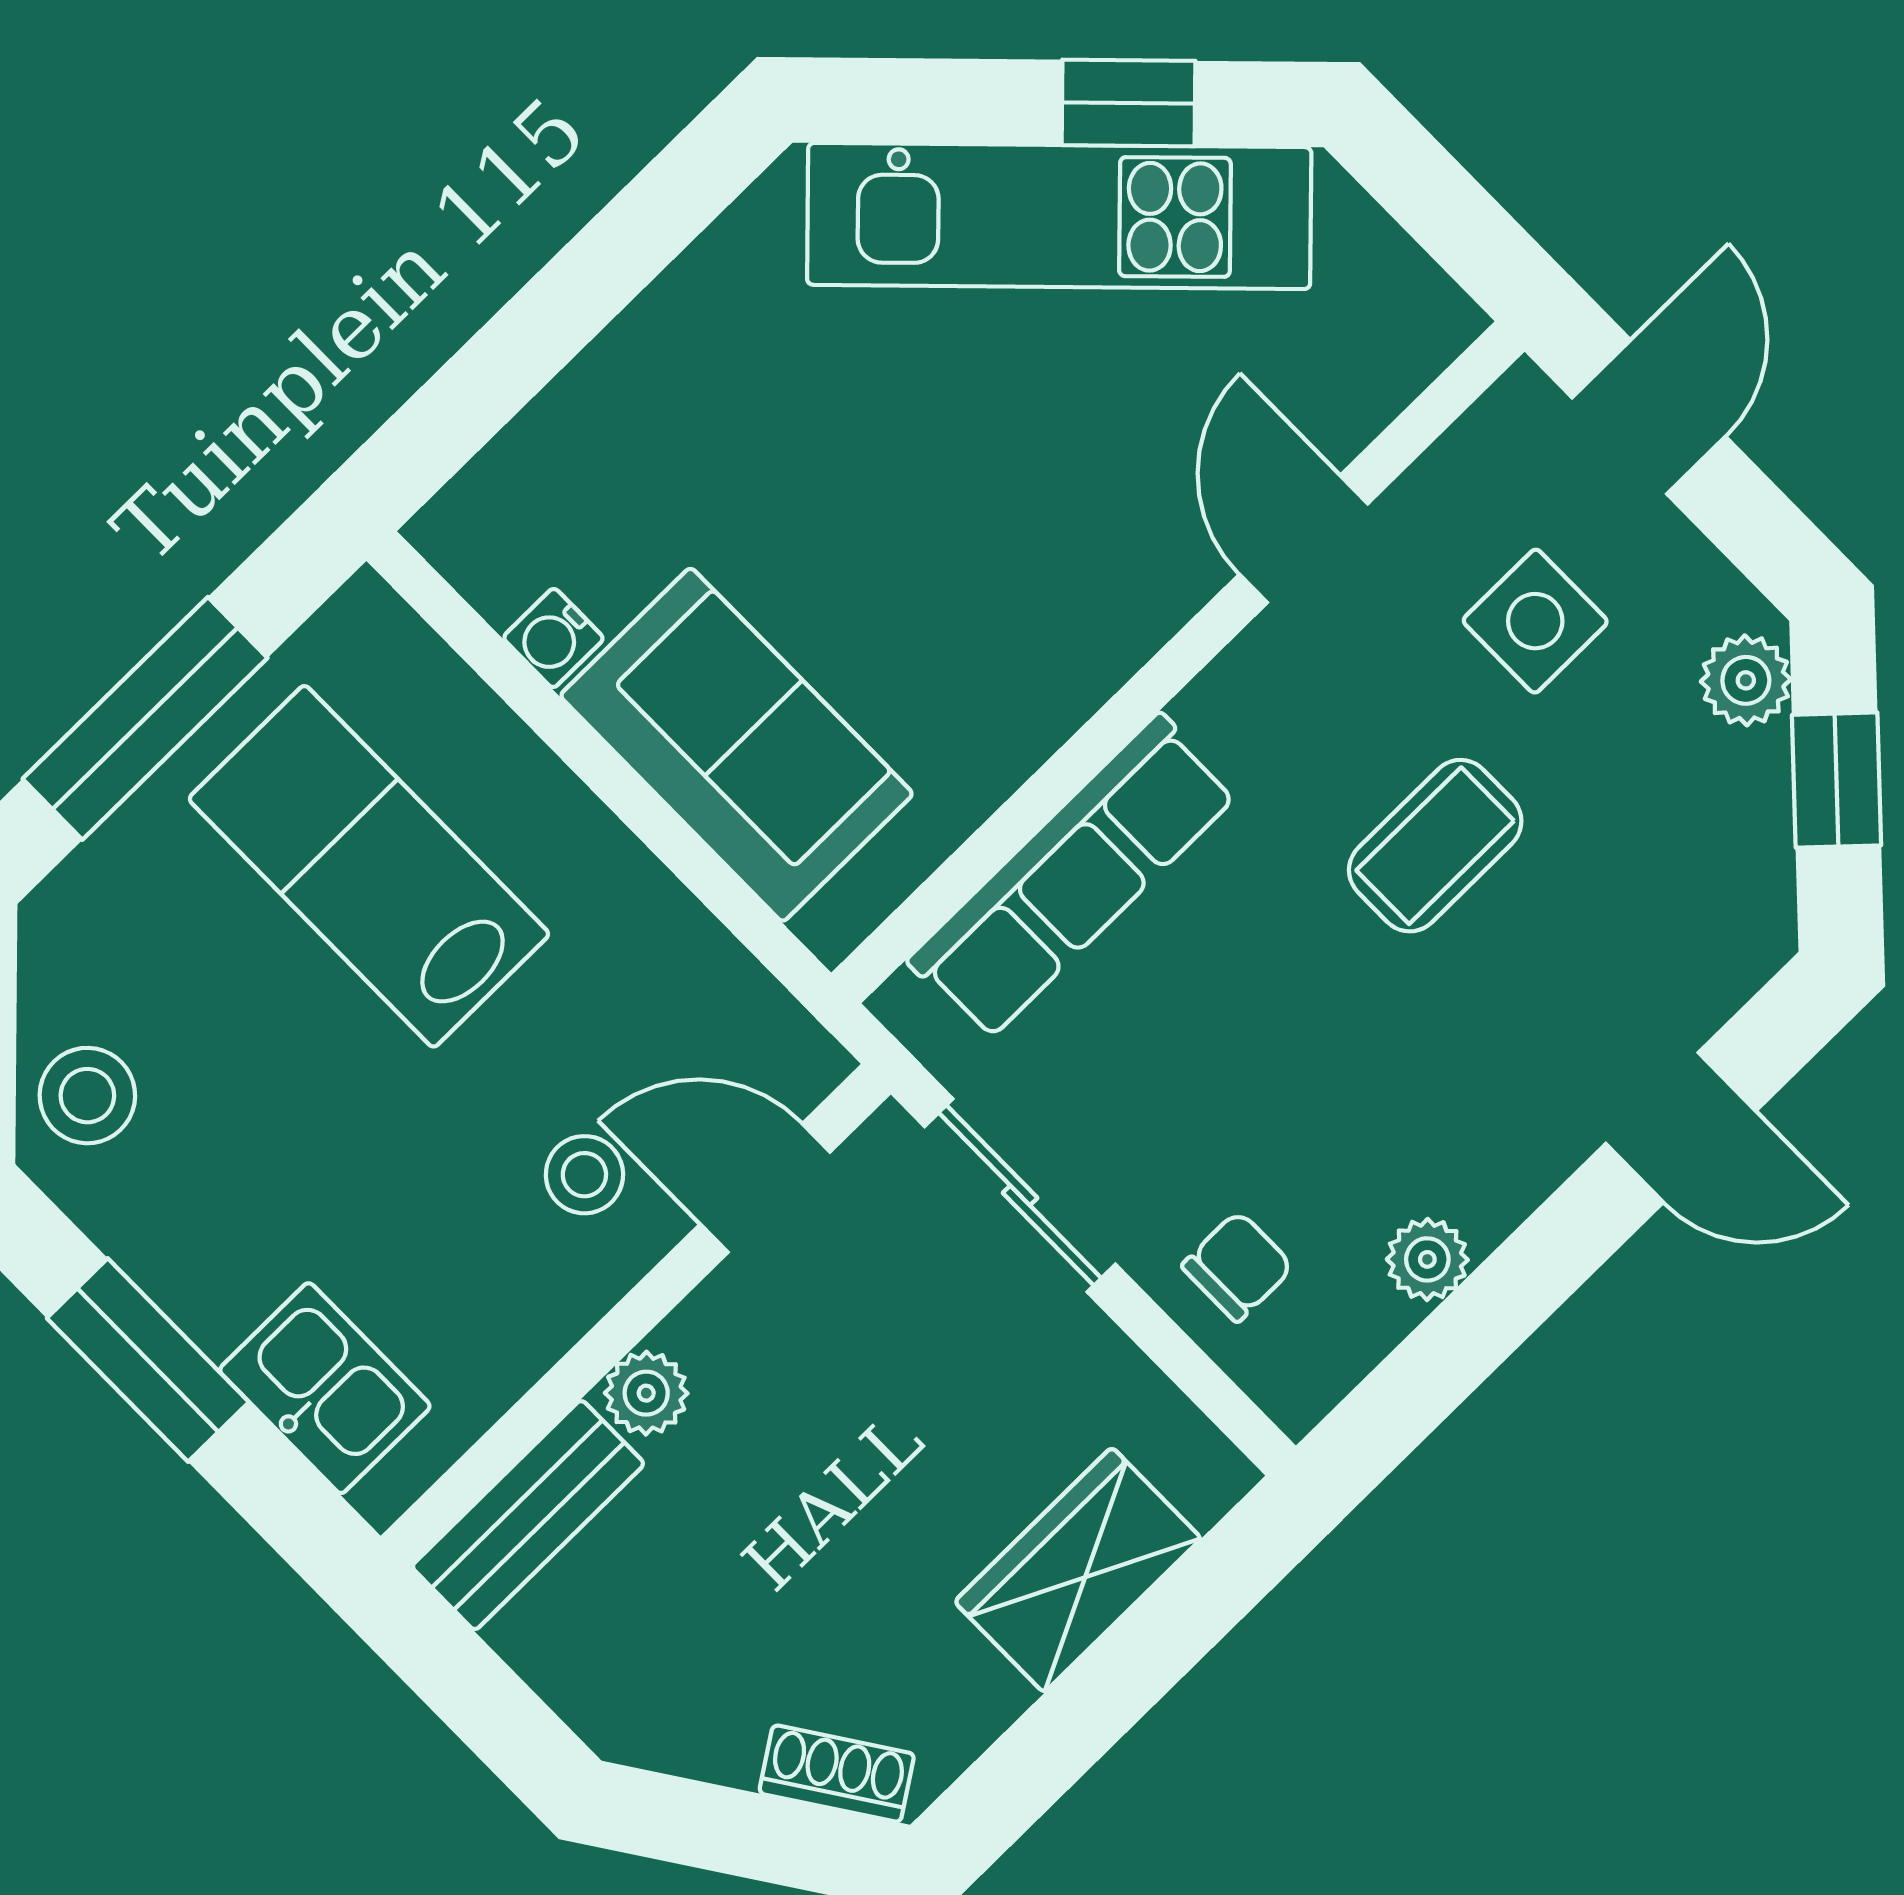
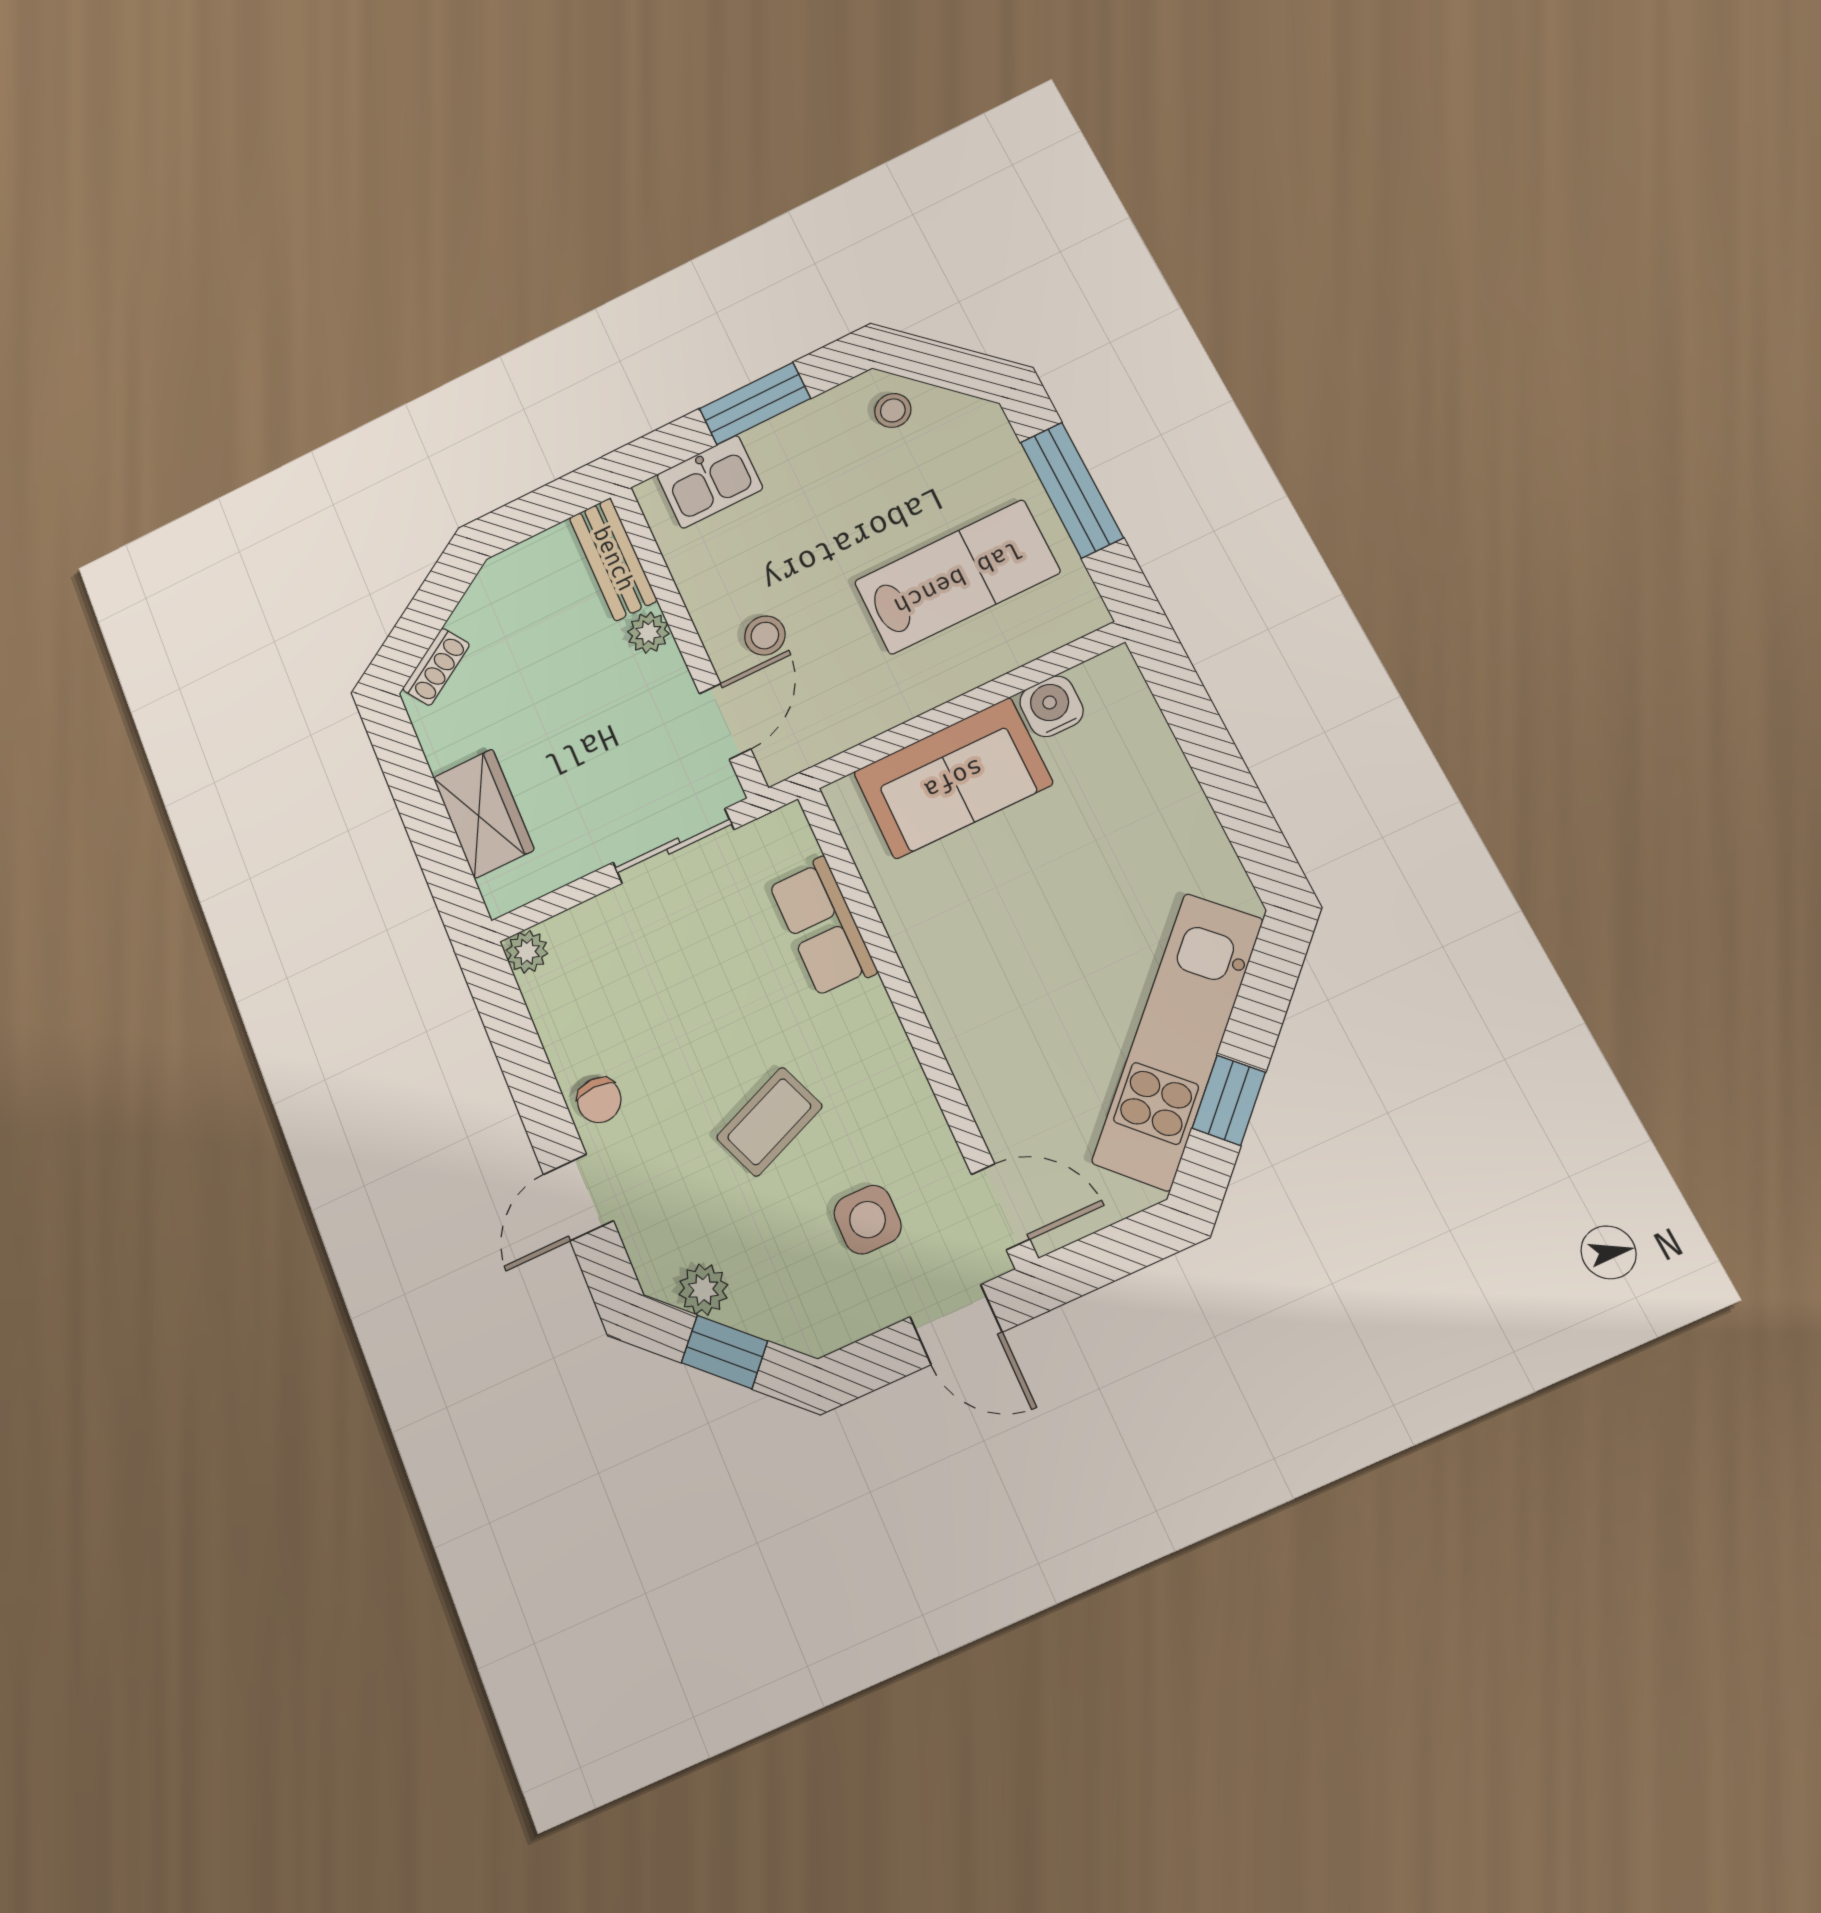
door: (1304, 539) -> (1000, 1207), moved
water cooler: (553, 638) -> (1052, 706), width x1.38, depth x1.38
plant: (1746, 680) -> (703, 1290), moved
coffee table: (1435, 846) -> (769, 1122), turned 68
row of seats: (1073, 877) -> (823, 927), width x0.68
stool: (87, 1096) -> (893, 410), width x0.73, depth x0.73
plant: (1427, 1259) -> (527, 952), moved
chair: (1238, 1266) -> (599, 1100), moved

